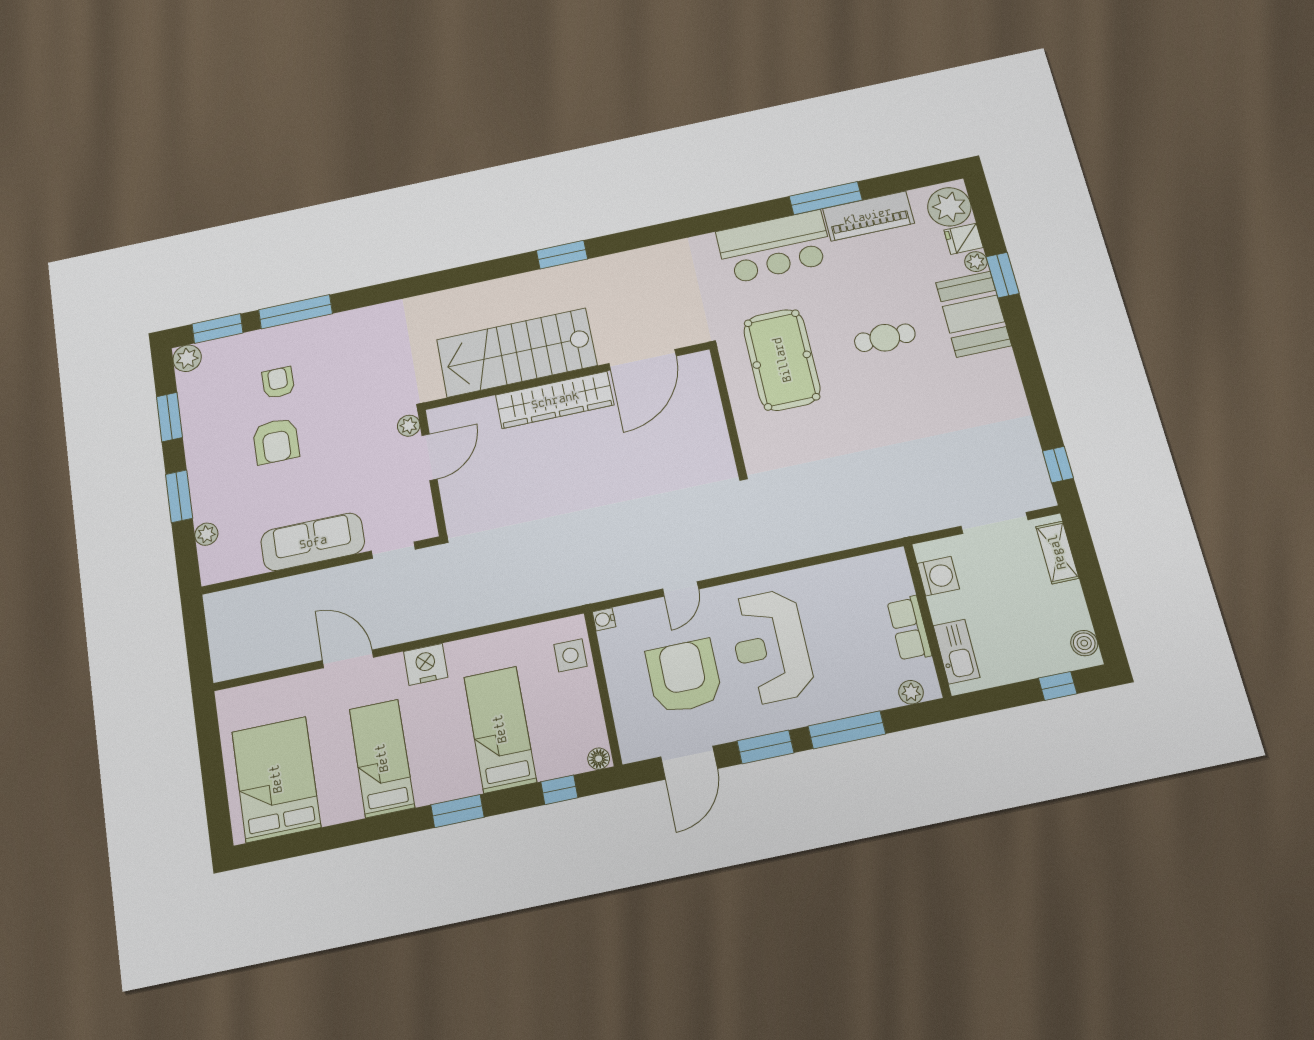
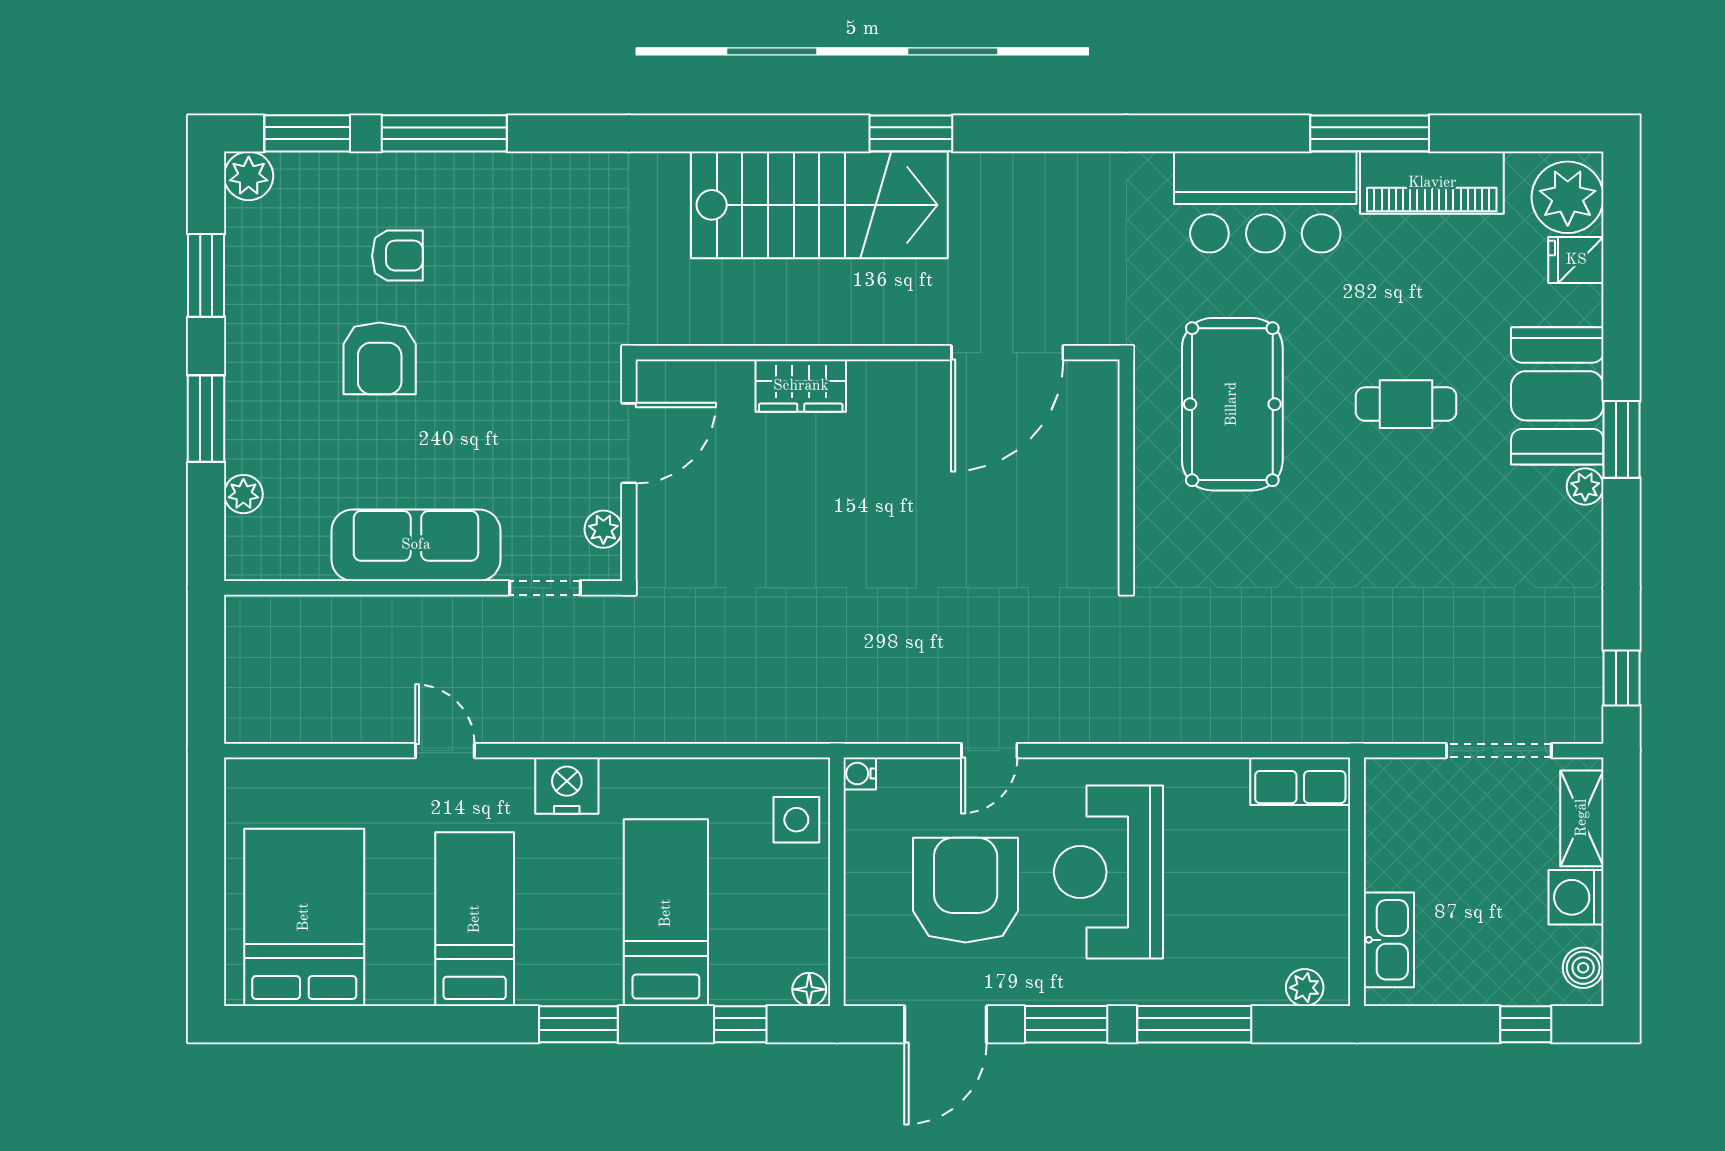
plant: (976, 262) -> (1585, 486), moved
window: (1003, 275) -> (1622, 439), moved
stairs: (517, 352) -> (819, 205), moved, turned 180
armchair: (278, 383) -> (397, 256), turned 90
wardrobe: (555, 400) -> (801, 386), width x0.48, depth x0.85
plant: (409, 426) -> (603, 529), moved
washing machine: (938, 576) -> (1576, 897), moved, turned 180
row of seats: (909, 628) -> (1300, 781), moved, turned -90
door: (348, 659) -> (445, 751), width x0.73

